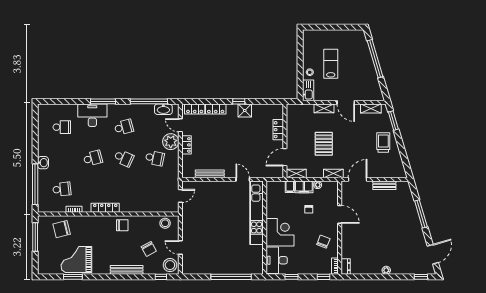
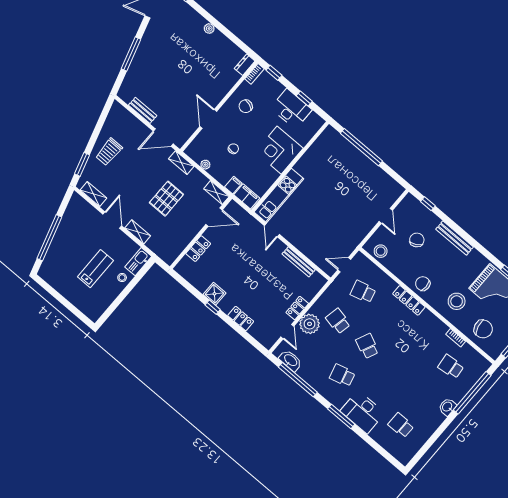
lab bench: (331, 64) -> (95, 269), turned 180
locker: (195, 109) -> (261, 335), removed
school desk: (93, 158) -> (363, 292), moved
filing cabinet: (304, 187) -> (247, 196), moved
locker: (105, 208) -> (409, 300), moved
kitchen unit: (256, 213) -> (279, 195), width x0.73
desk: (277, 260) -> (291, 109), moved, turned -90
stool: (170, 265) -> (457, 301), moved

